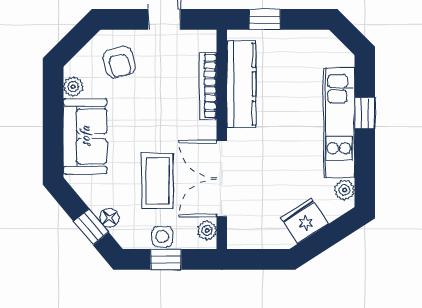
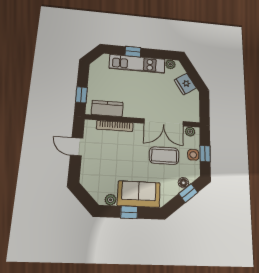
armchair: (119, 62) -> (99, 173), removed
kitchen counter: (241, 84) -> (107, 108), width x0.67
window: (53, 120) -> (129, 212), added

